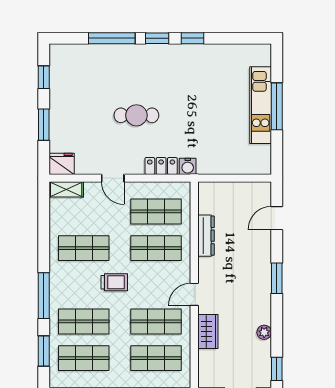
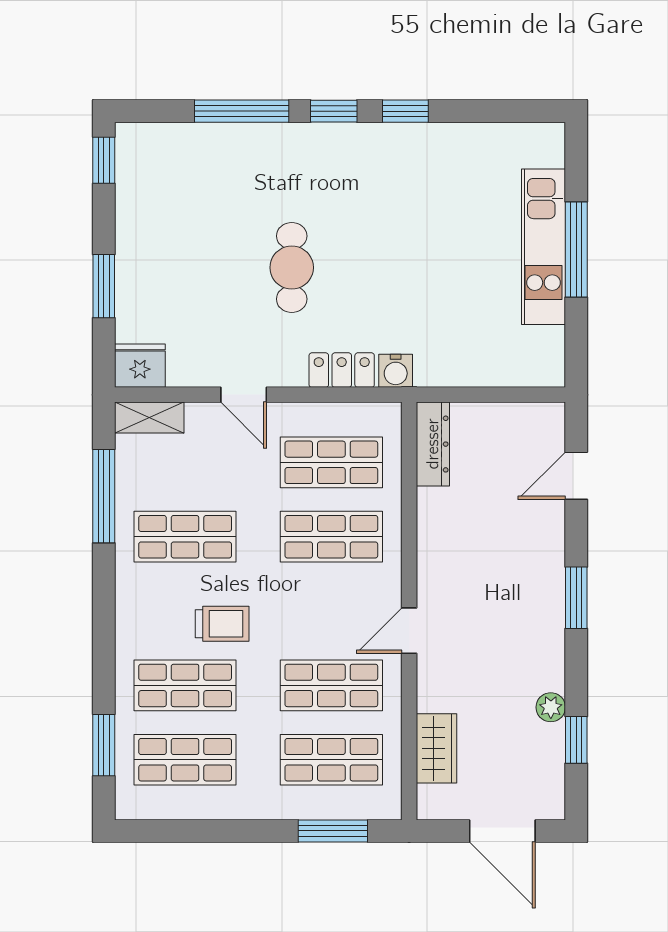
window: (44, 77) -> (104, 160), moved
cafe table: (136, 115) -> (292, 268), turned 90
dresser: (206, 236) -> (433, 444), moved
trolley: (114, 282) -> (222, 624), moved
window: (44, 296) -> (104, 496), moved
wardrobe: (208, 331) -> (436, 748), moved
window: (277, 369) -> (576, 740), moved

